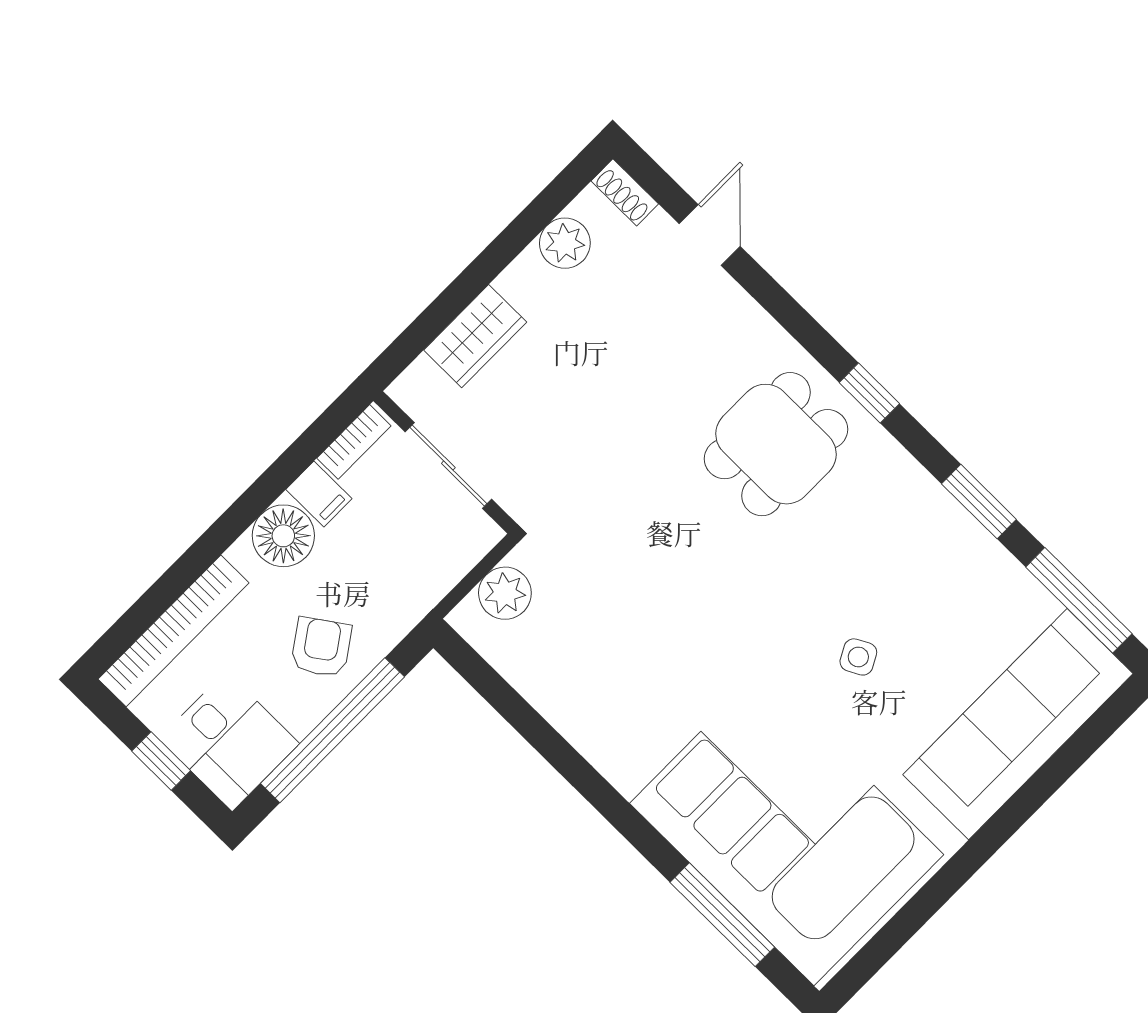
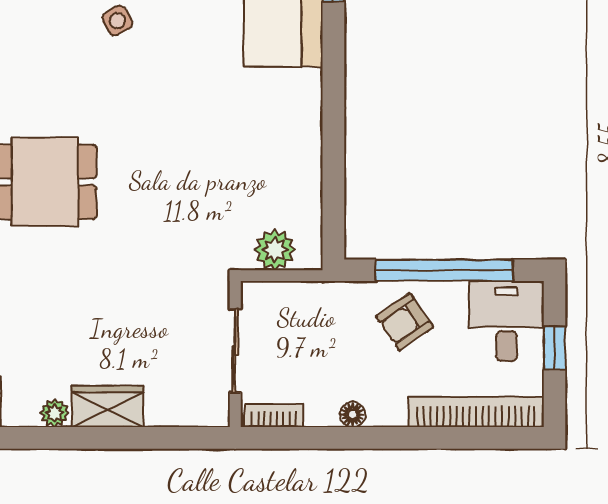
plant: (565, 243) -> (55, 413), width x0.73, depth x0.73
wardrobe: (475, 336) -> (108, 406), moved
filing cabinet: (319, 494) -> (321, 406), removed
floor lamp: (283, 536) -> (353, 414), width x0.53, depth x0.53

